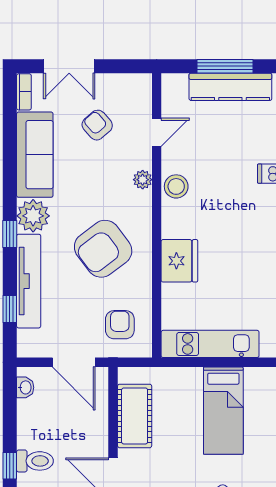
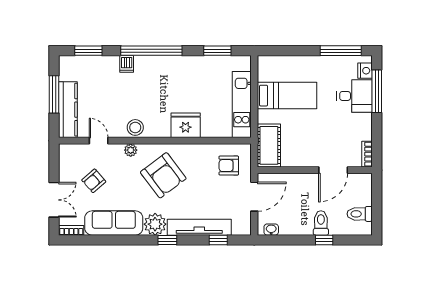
kitchen counter: (230, 87) -> (68, 110), moved
armchair: (103, 249) -> (163, 175), moved
cot: (135, 416) -> (269, 145), moved, turned 90

